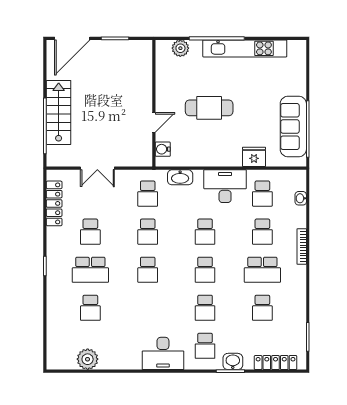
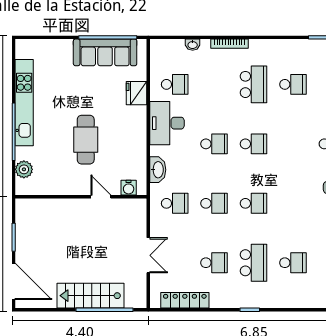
washbasin: (301, 198) -> (193, 45), moved
school desk: (262, 232) -> (214, 84), removed
school desk: (205, 308) -> (293, 144), removed

